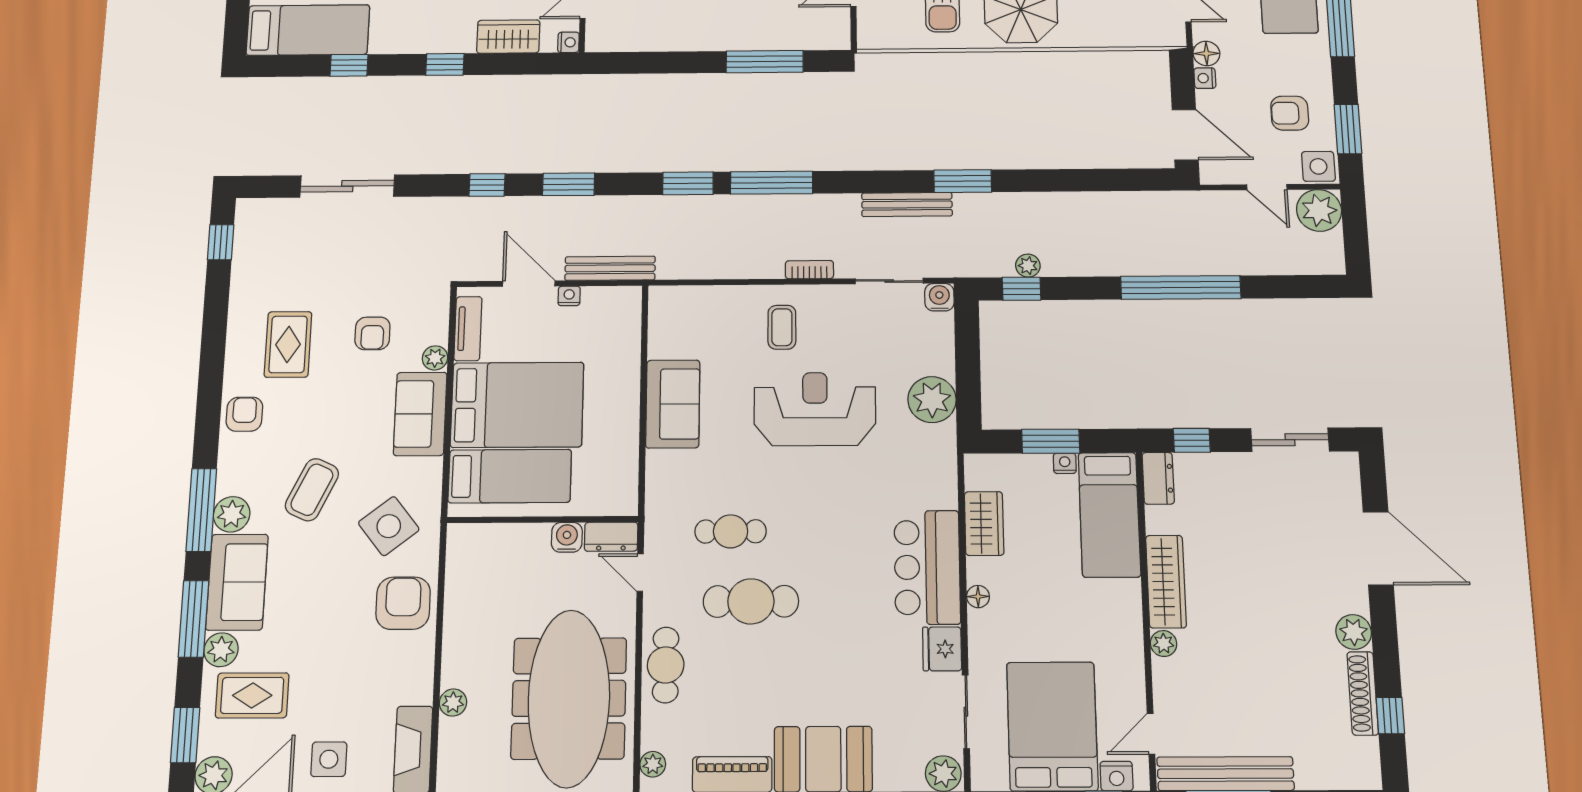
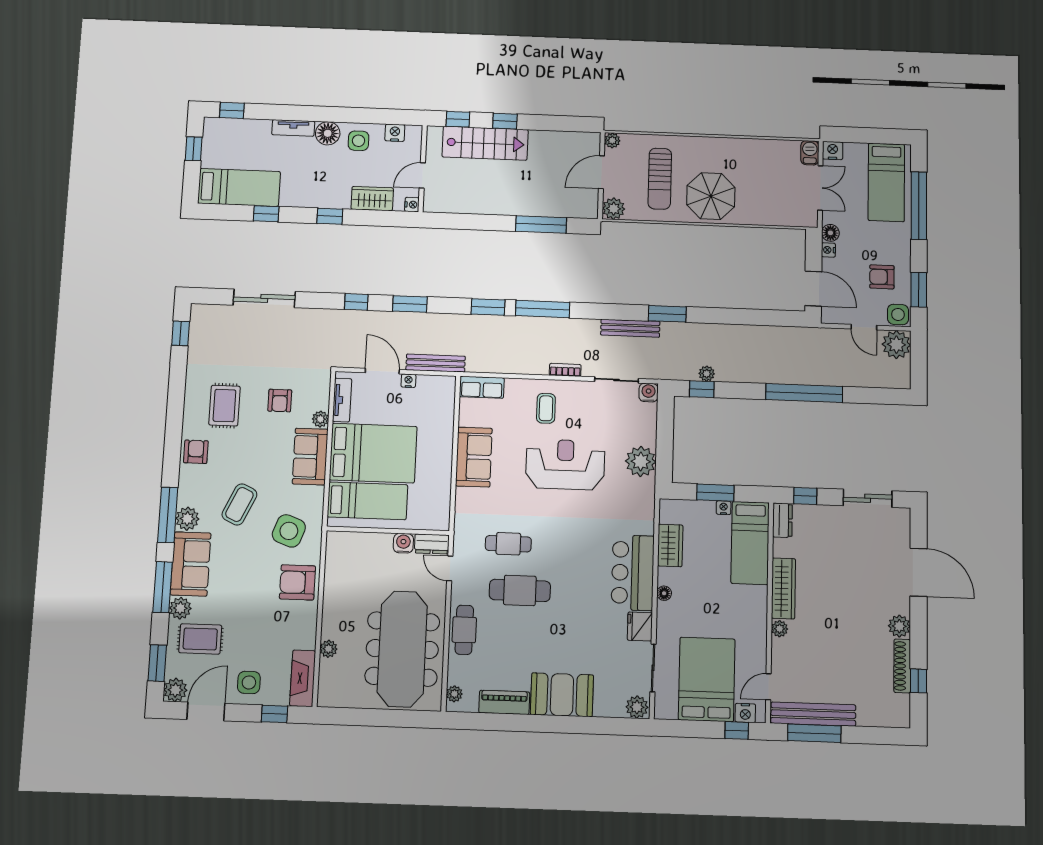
plant: (874, 34) -> (614, 209), added
row of seats: (682, 301) -> (482, 387), added
side table: (389, 526) -> (289, 531), turned -32
armchair: (403, 603) -> (297, 582), turned -90

